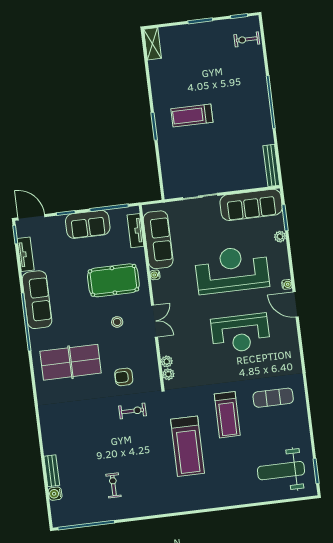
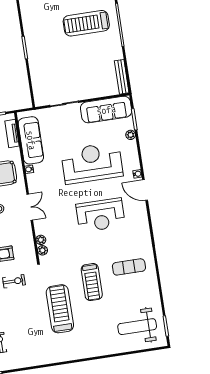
treadmill: (192, 116) -> (86, 23), moved, width x1.37, depth x1.38
treadmill: (188, 446) -> (60, 309), turned 180

